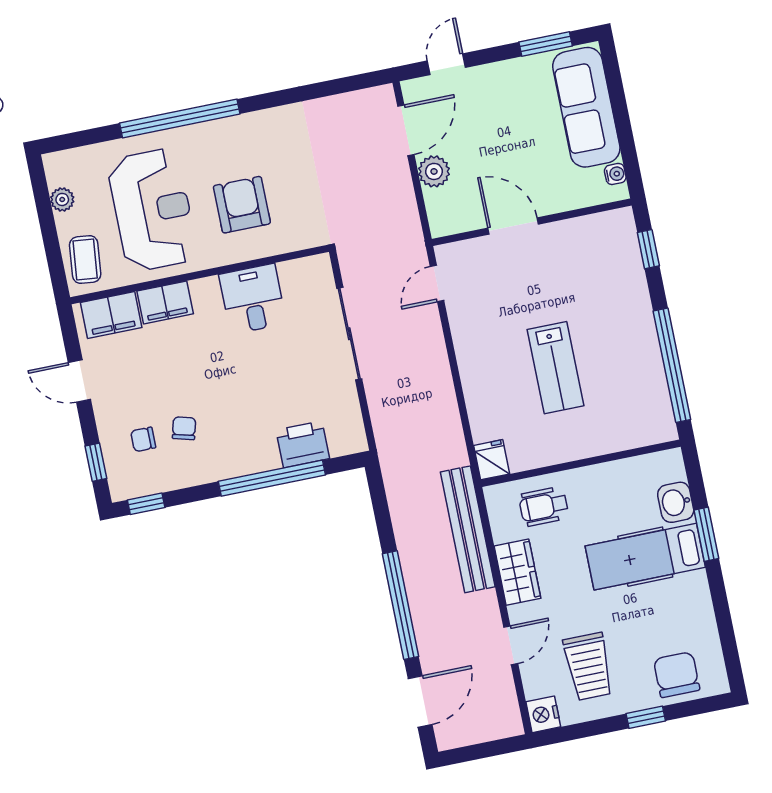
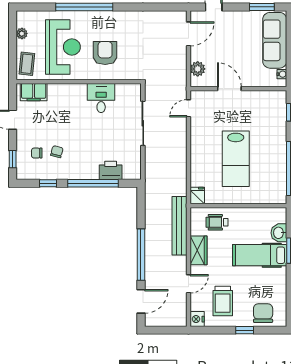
plant: (434, 171) -> (198, 69), moved
filing cabinet: (165, 302) -> (60, 91), removed
lab bench: (556, 368) -> (236, 159), width x1.36, depth x1.39
window: (146, 504) -> (48, 183), moved

